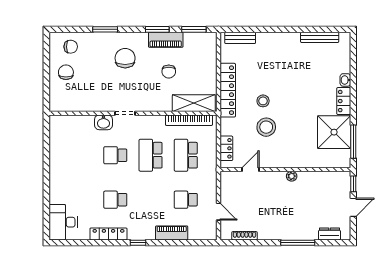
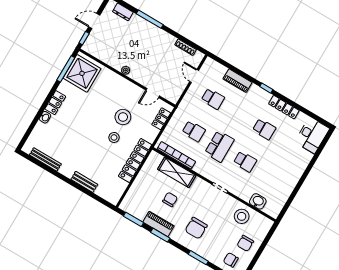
bench: (240, 38) -> (84, 182), moved
stool: (86, 97) -> (242, 216), added
shelving: (194, 103) -> (177, 172), moved
washbasin: (103, 122) -> (258, 201), moved
shower: (334, 132) -> (82, 73), moved
school desk: (186, 155) -> (194, 131), width x0.54

